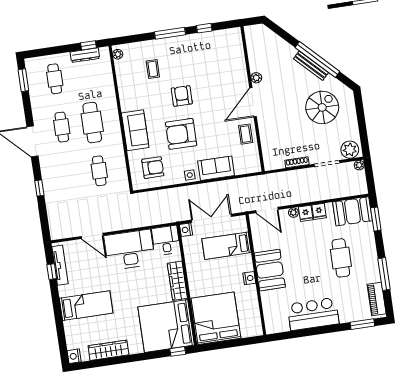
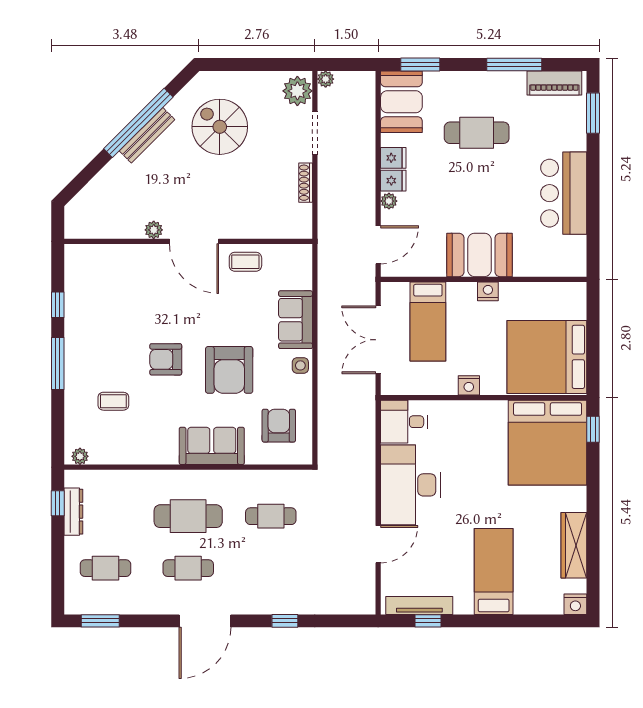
nightstand: (186, 230) -> (469, 385), moved
wardrobe: (177, 281) -> (474, 413), removed

